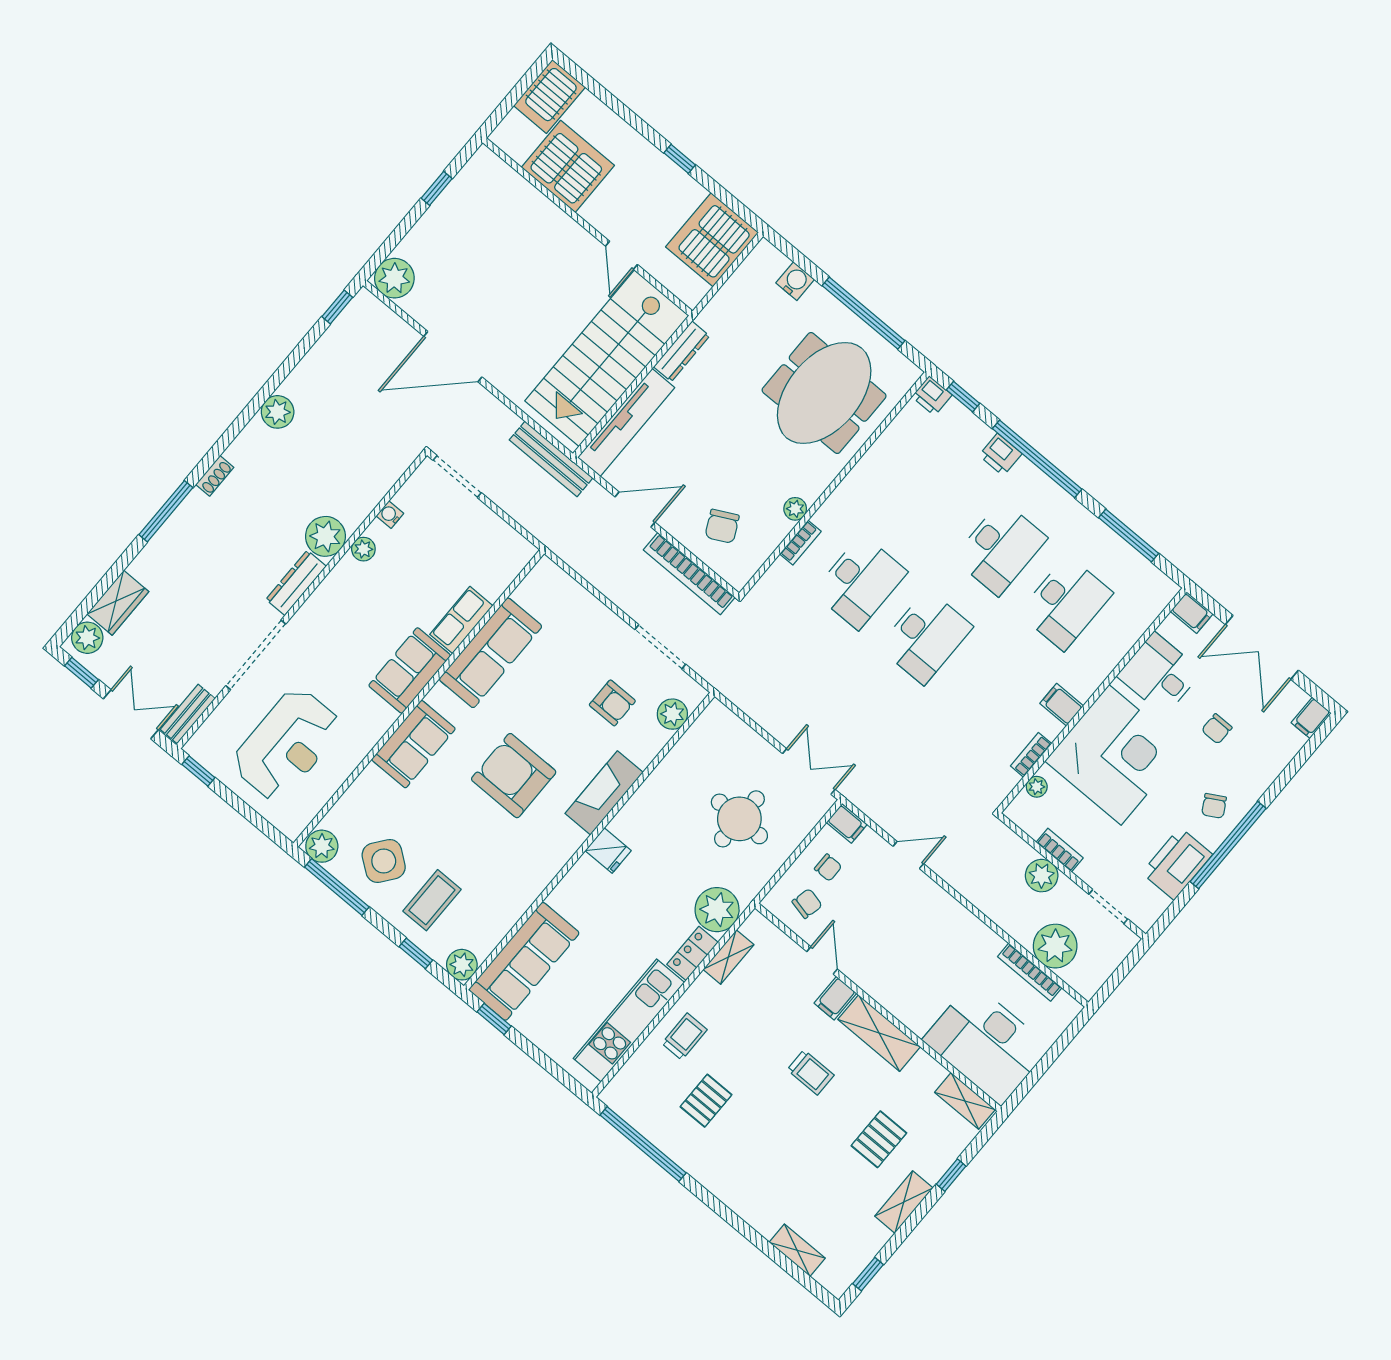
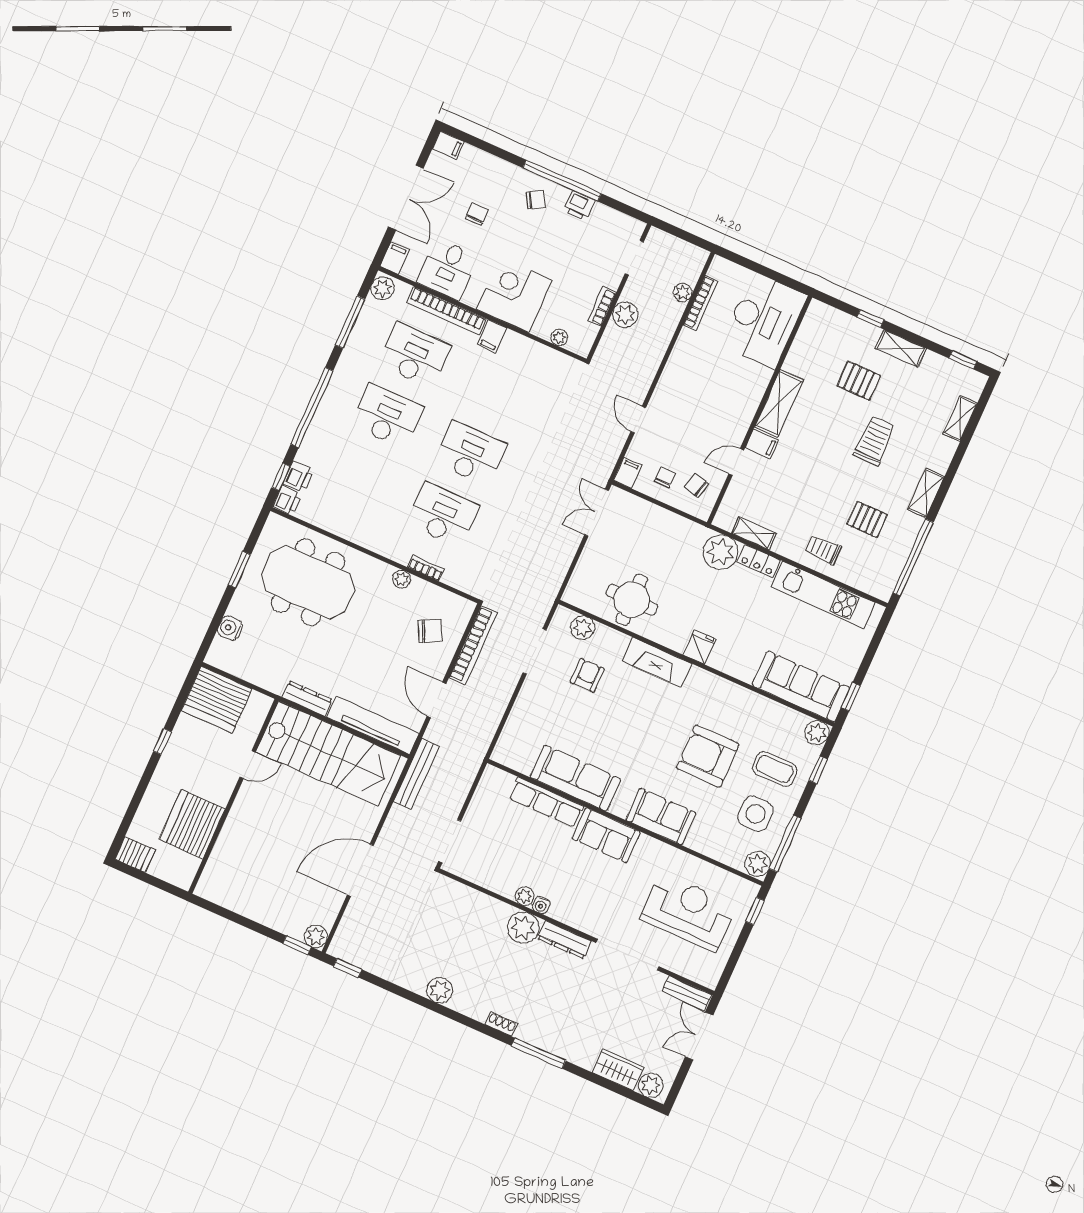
server rack: (549, 96) -> (135, 854), width x0.73, depth x0.70
window: (437, 188) -> (297, 945), moved
plant: (394, 278) -> (316, 936), width x0.73, depth x0.73
window: (864, 313) -> (239, 570), width x0.47
door: (453, 357) -> (360, 870), swing flipped
printer: (1000, 454) -> (298, 477), moved
water cooler: (390, 515) -> (541, 905), moved
plant: (1159, 587) -> (383, 288), added
row of seats: (461, 620) -> (546, 802), width x1.48
window: (82, 673) -> (678, 1082), removed
chair: (1217, 729) -> (477, 214), turned -90
bookcase: (1031, 755) -> (447, 311), moved, width x2.31, depth x1.31
corner desk: (1115, 755) -> (514, 295), width x0.74, depth x0.74
window: (198, 771) -> (755, 911), moved
armchair: (514, 776) -> (708, 756), moved, turned 90
round table: (739, 819) -> (632, 600), moved
side table: (384, 861) -> (755, 814), turned -37
printer: (1177, 864) -> (579, 206), width x0.53, depth x0.68
plant: (1055, 946) -> (683, 293), width x0.53, depth x0.53
trolley: (811, 1072) -> (874, 441), moved, width x1.36, depth x1.39
shelving: (965, 1101) -> (926, 493), moved

